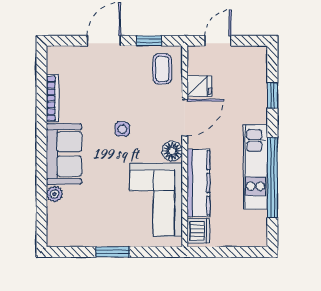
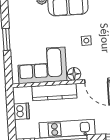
dishwasher: (199, 231) -> (21, 111), moved, turned -90

